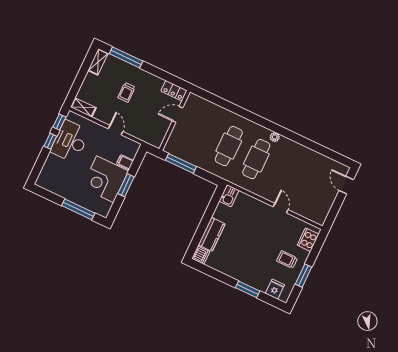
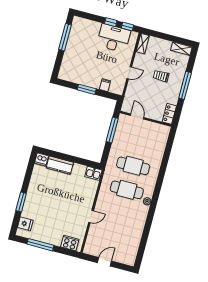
window: (126, 57) -> (185, 85), moved
door: (178, 114) -> (137, 116), moved
corner desk: (105, 179) -> (88, 72), removed
door: (346, 185) -> (105, 262), moved
window: (78, 209) -> (65, 37), moved
trolley: (287, 260) -> (51, 229), removed
window: (303, 276) -> (40, 245), width x1.44

